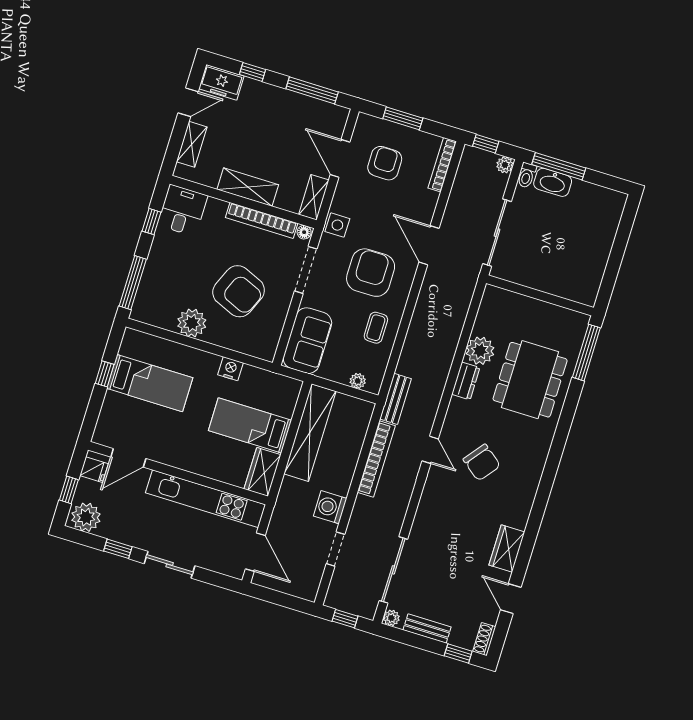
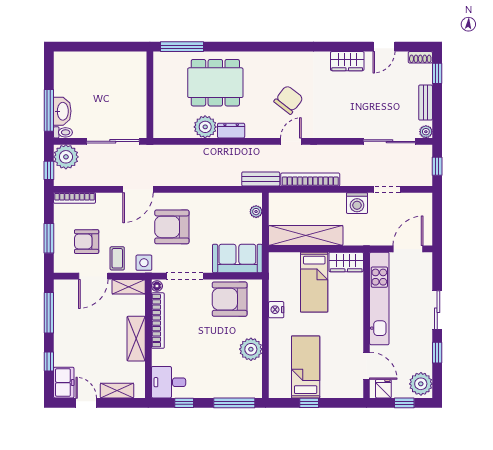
plant: (505, 165) -> (66, 157), width x1.88, depth x1.88
armchair: (239, 291) -> (230, 299), moved, turned -113
coffee table: (376, 328) -> (117, 258), moved, turned 90

